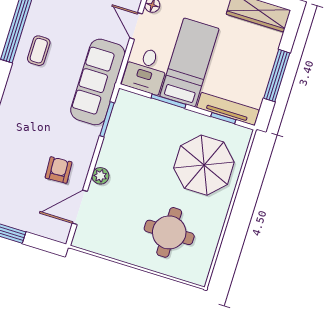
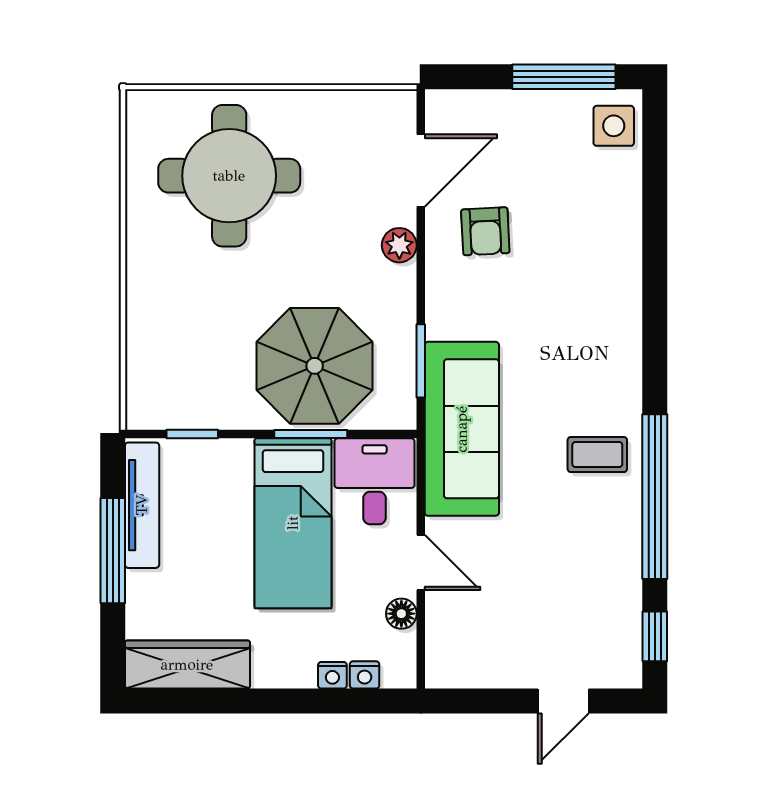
coffee table: (39, 51) -> (597, 455), turned 90
tv unit: (228, 109) -> (142, 505), moved, turned -90
parasol: (204, 165) -> (315, 366), moved
round table: (169, 232) -> (229, 176), width x1.36, depth x1.36

